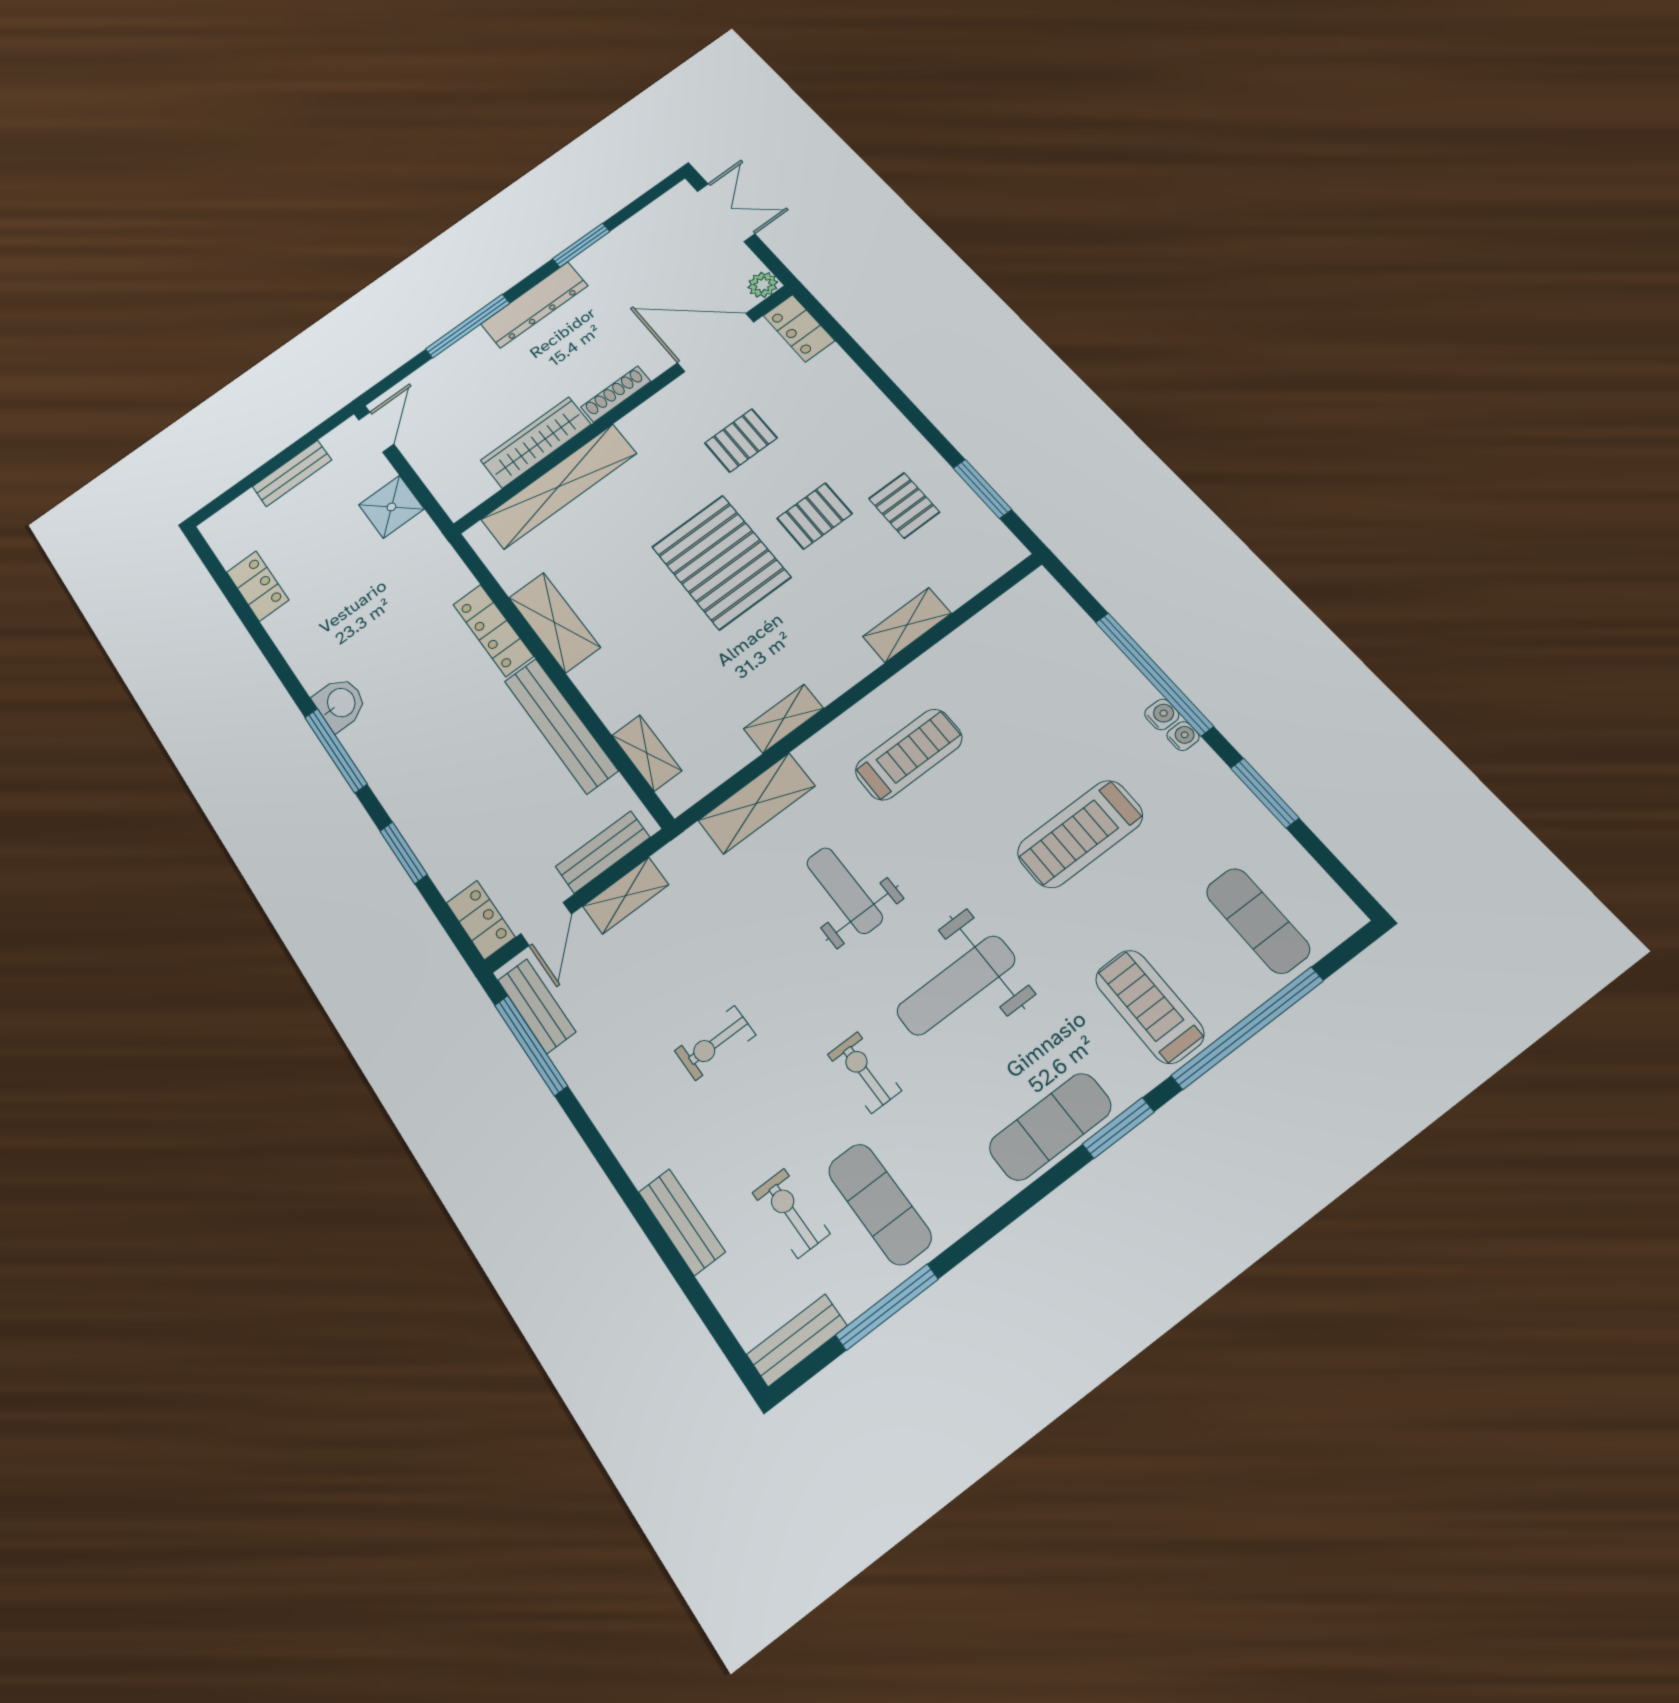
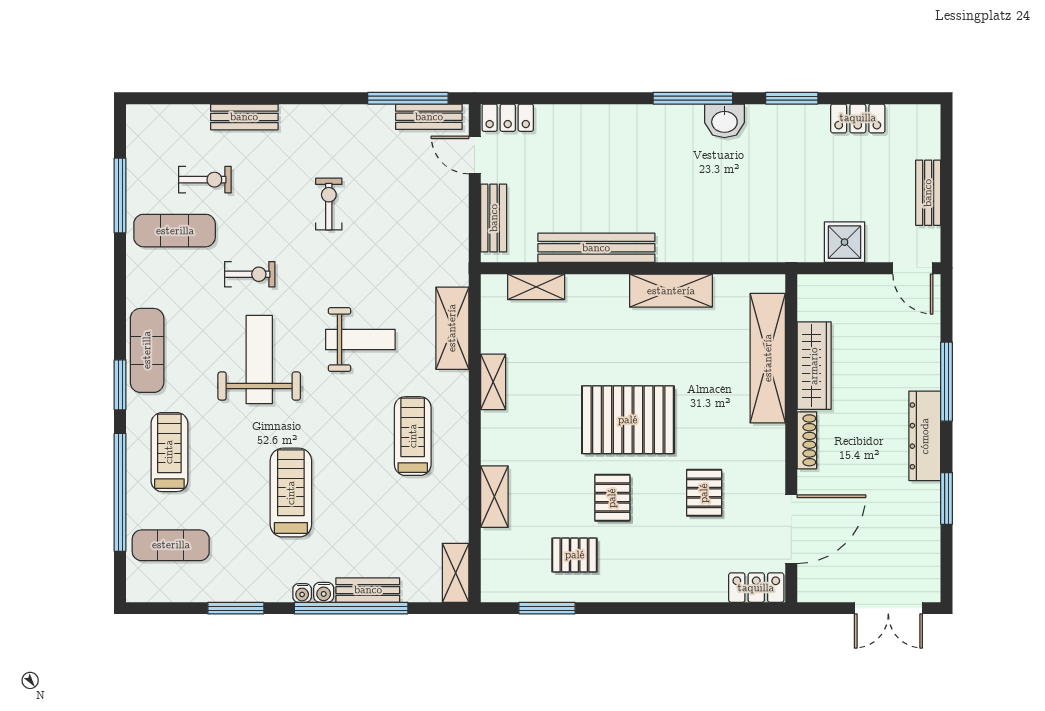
plant: (763, 285) -> (810, 590), removed
locker: (493, 630) -> (697, 249), removed
treadmill: (909, 754) -> (413, 436), turned 180
window: (403, 853) -> (792, 98), moved
shelving: (626, 895) -> (456, 573), moved
treadmill: (1149, 1006) -> (169, 452), turned -90
bench: (797, 1340) -> (368, 590), moved, turned 90

